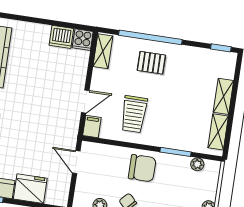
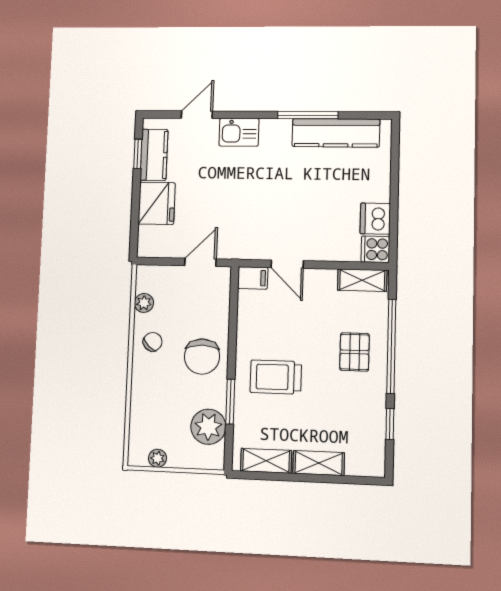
window: (221, 48) -> (390, 424), moved
trolley: (134, 114) -> (276, 377), moved
plant: (197, 164) -> (208, 427), width x1.88, depth x1.88

